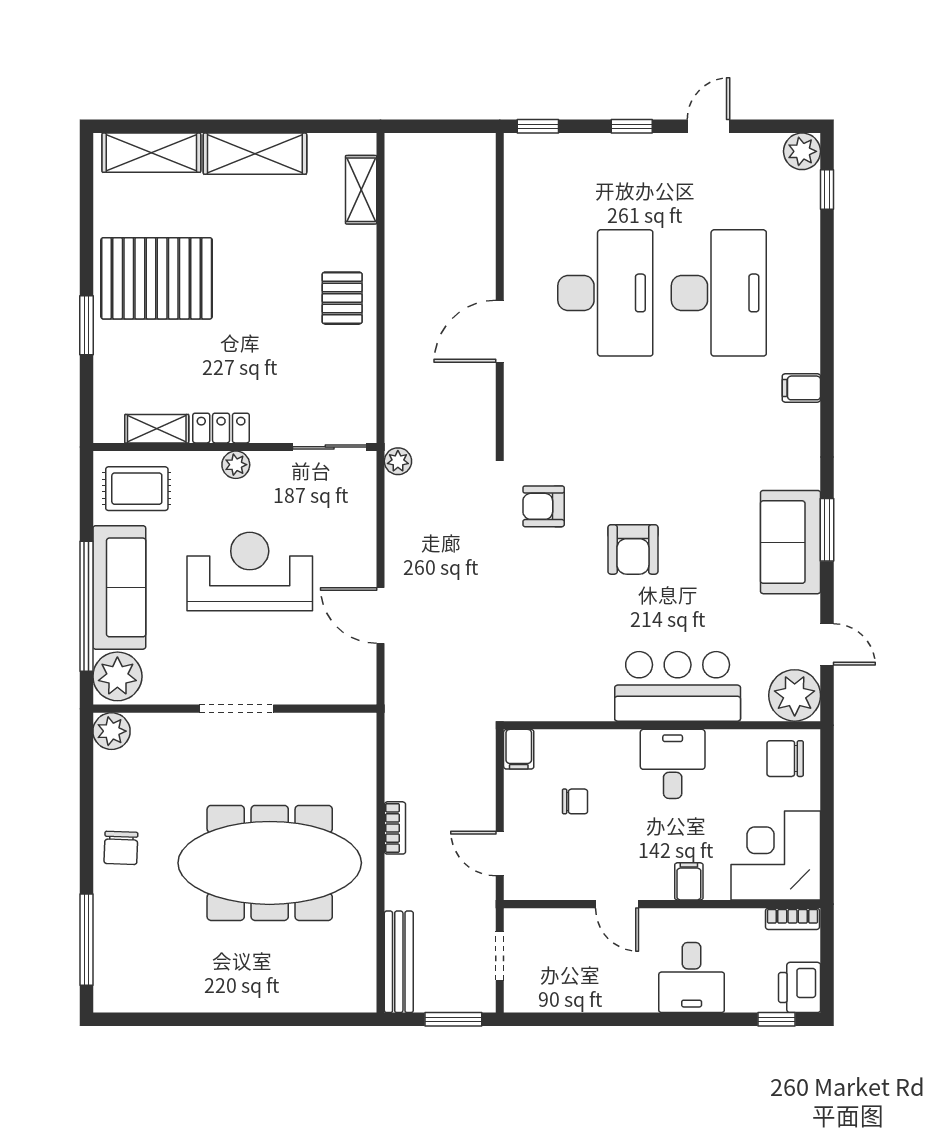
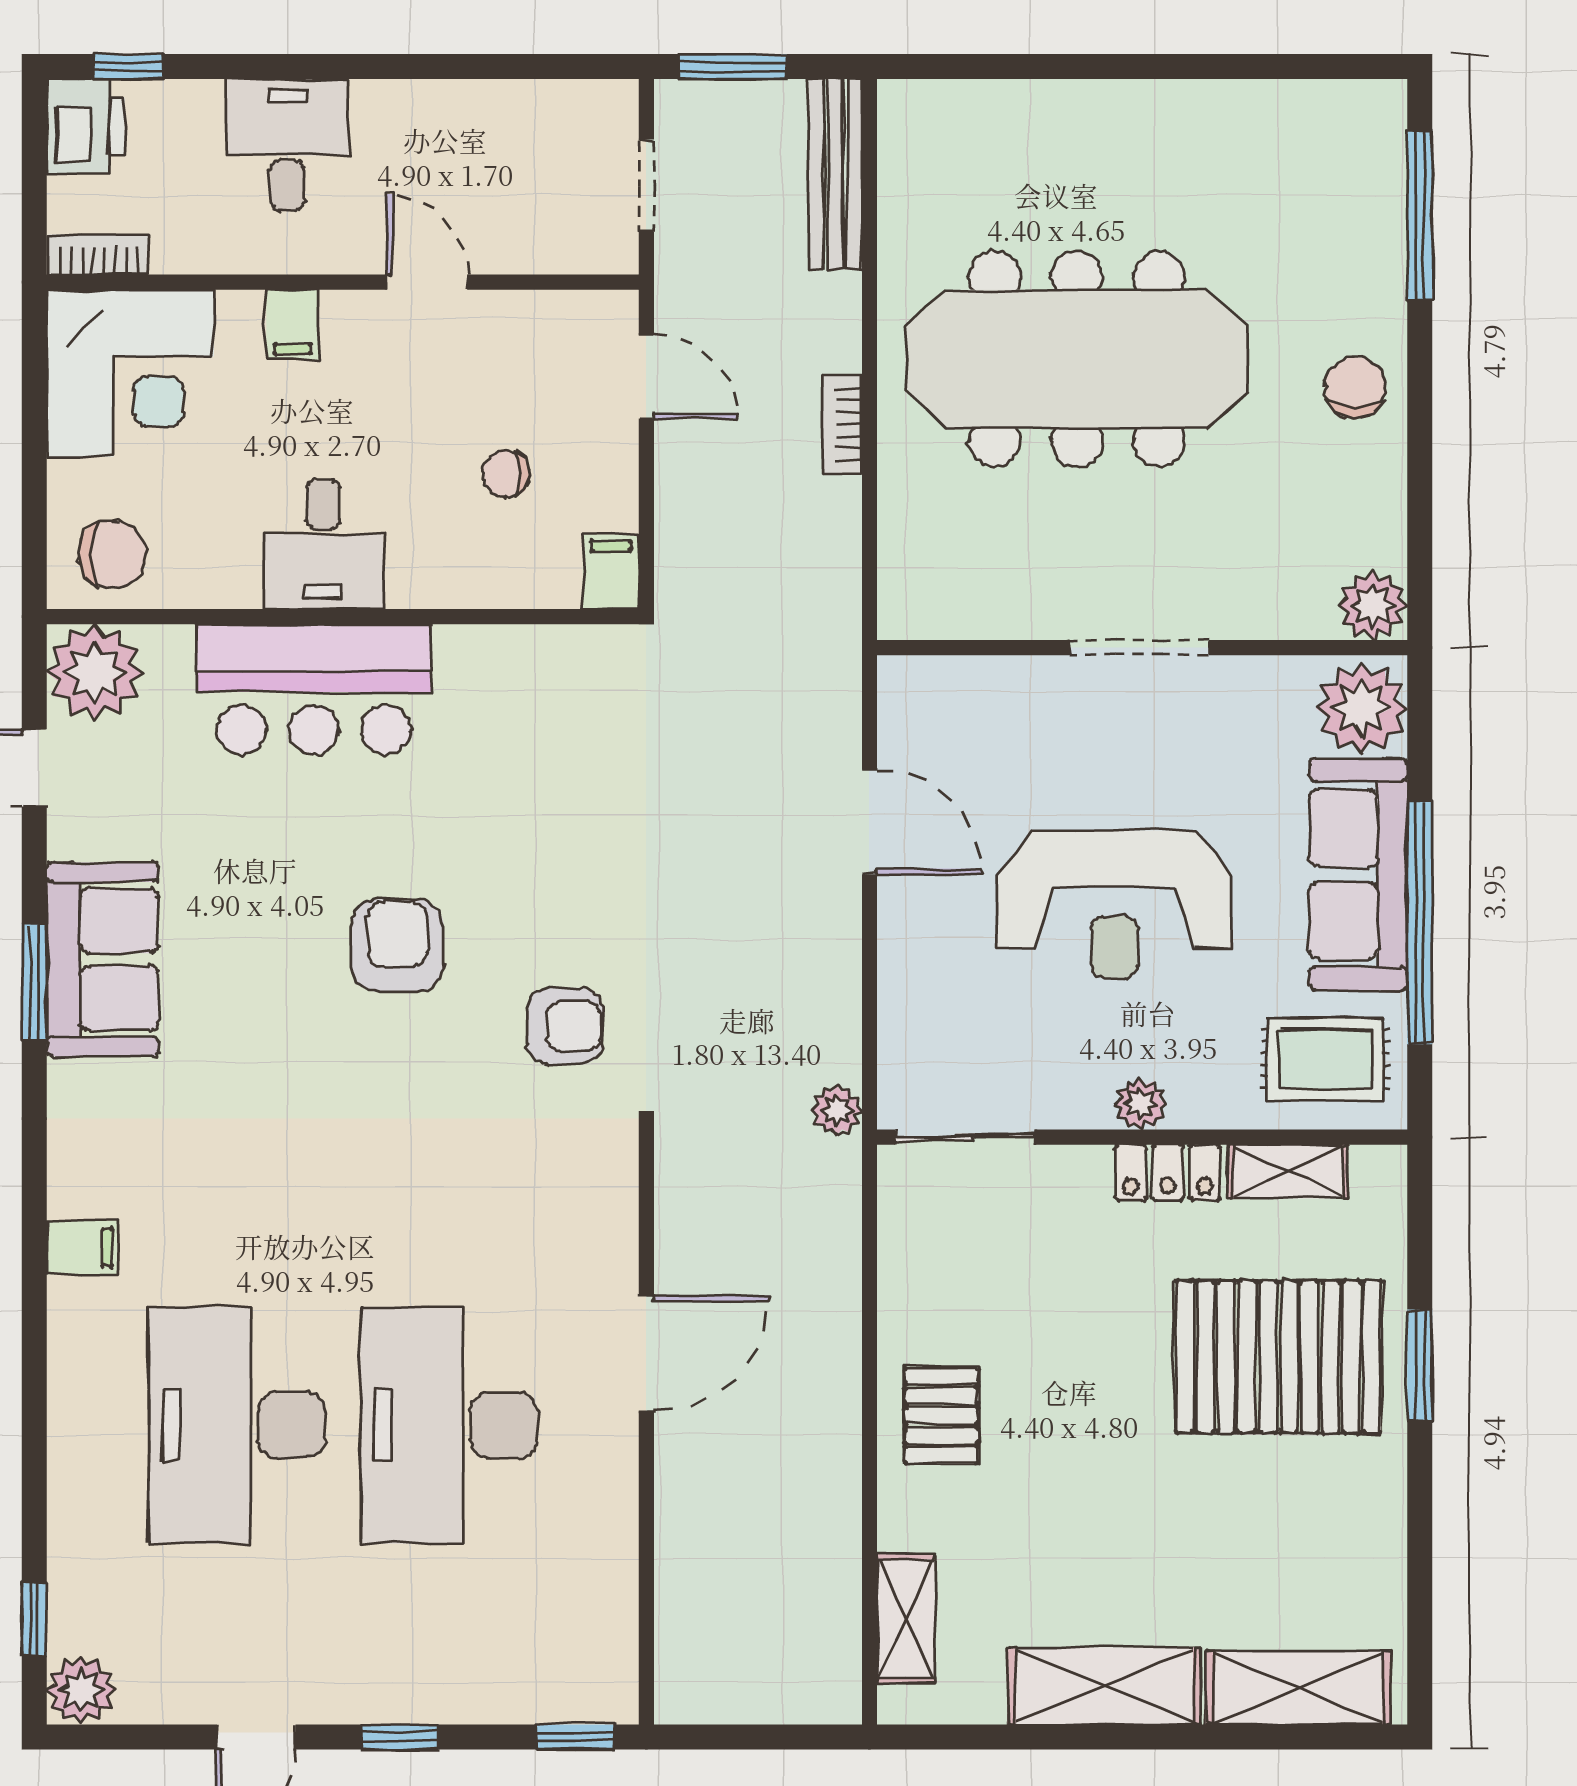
pallet: (157, 278) -> (1278, 1357), moved
window: (86, 606) -> (1420, 923), moved

